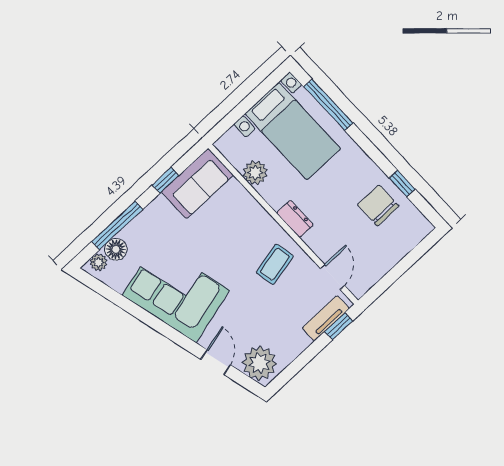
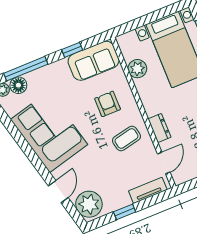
dresser: (295, 219) -> (159, 128), moved
armchair: (235, 230) -> (108, 104), added
window: (339, 326) -> (125, 212), moved

